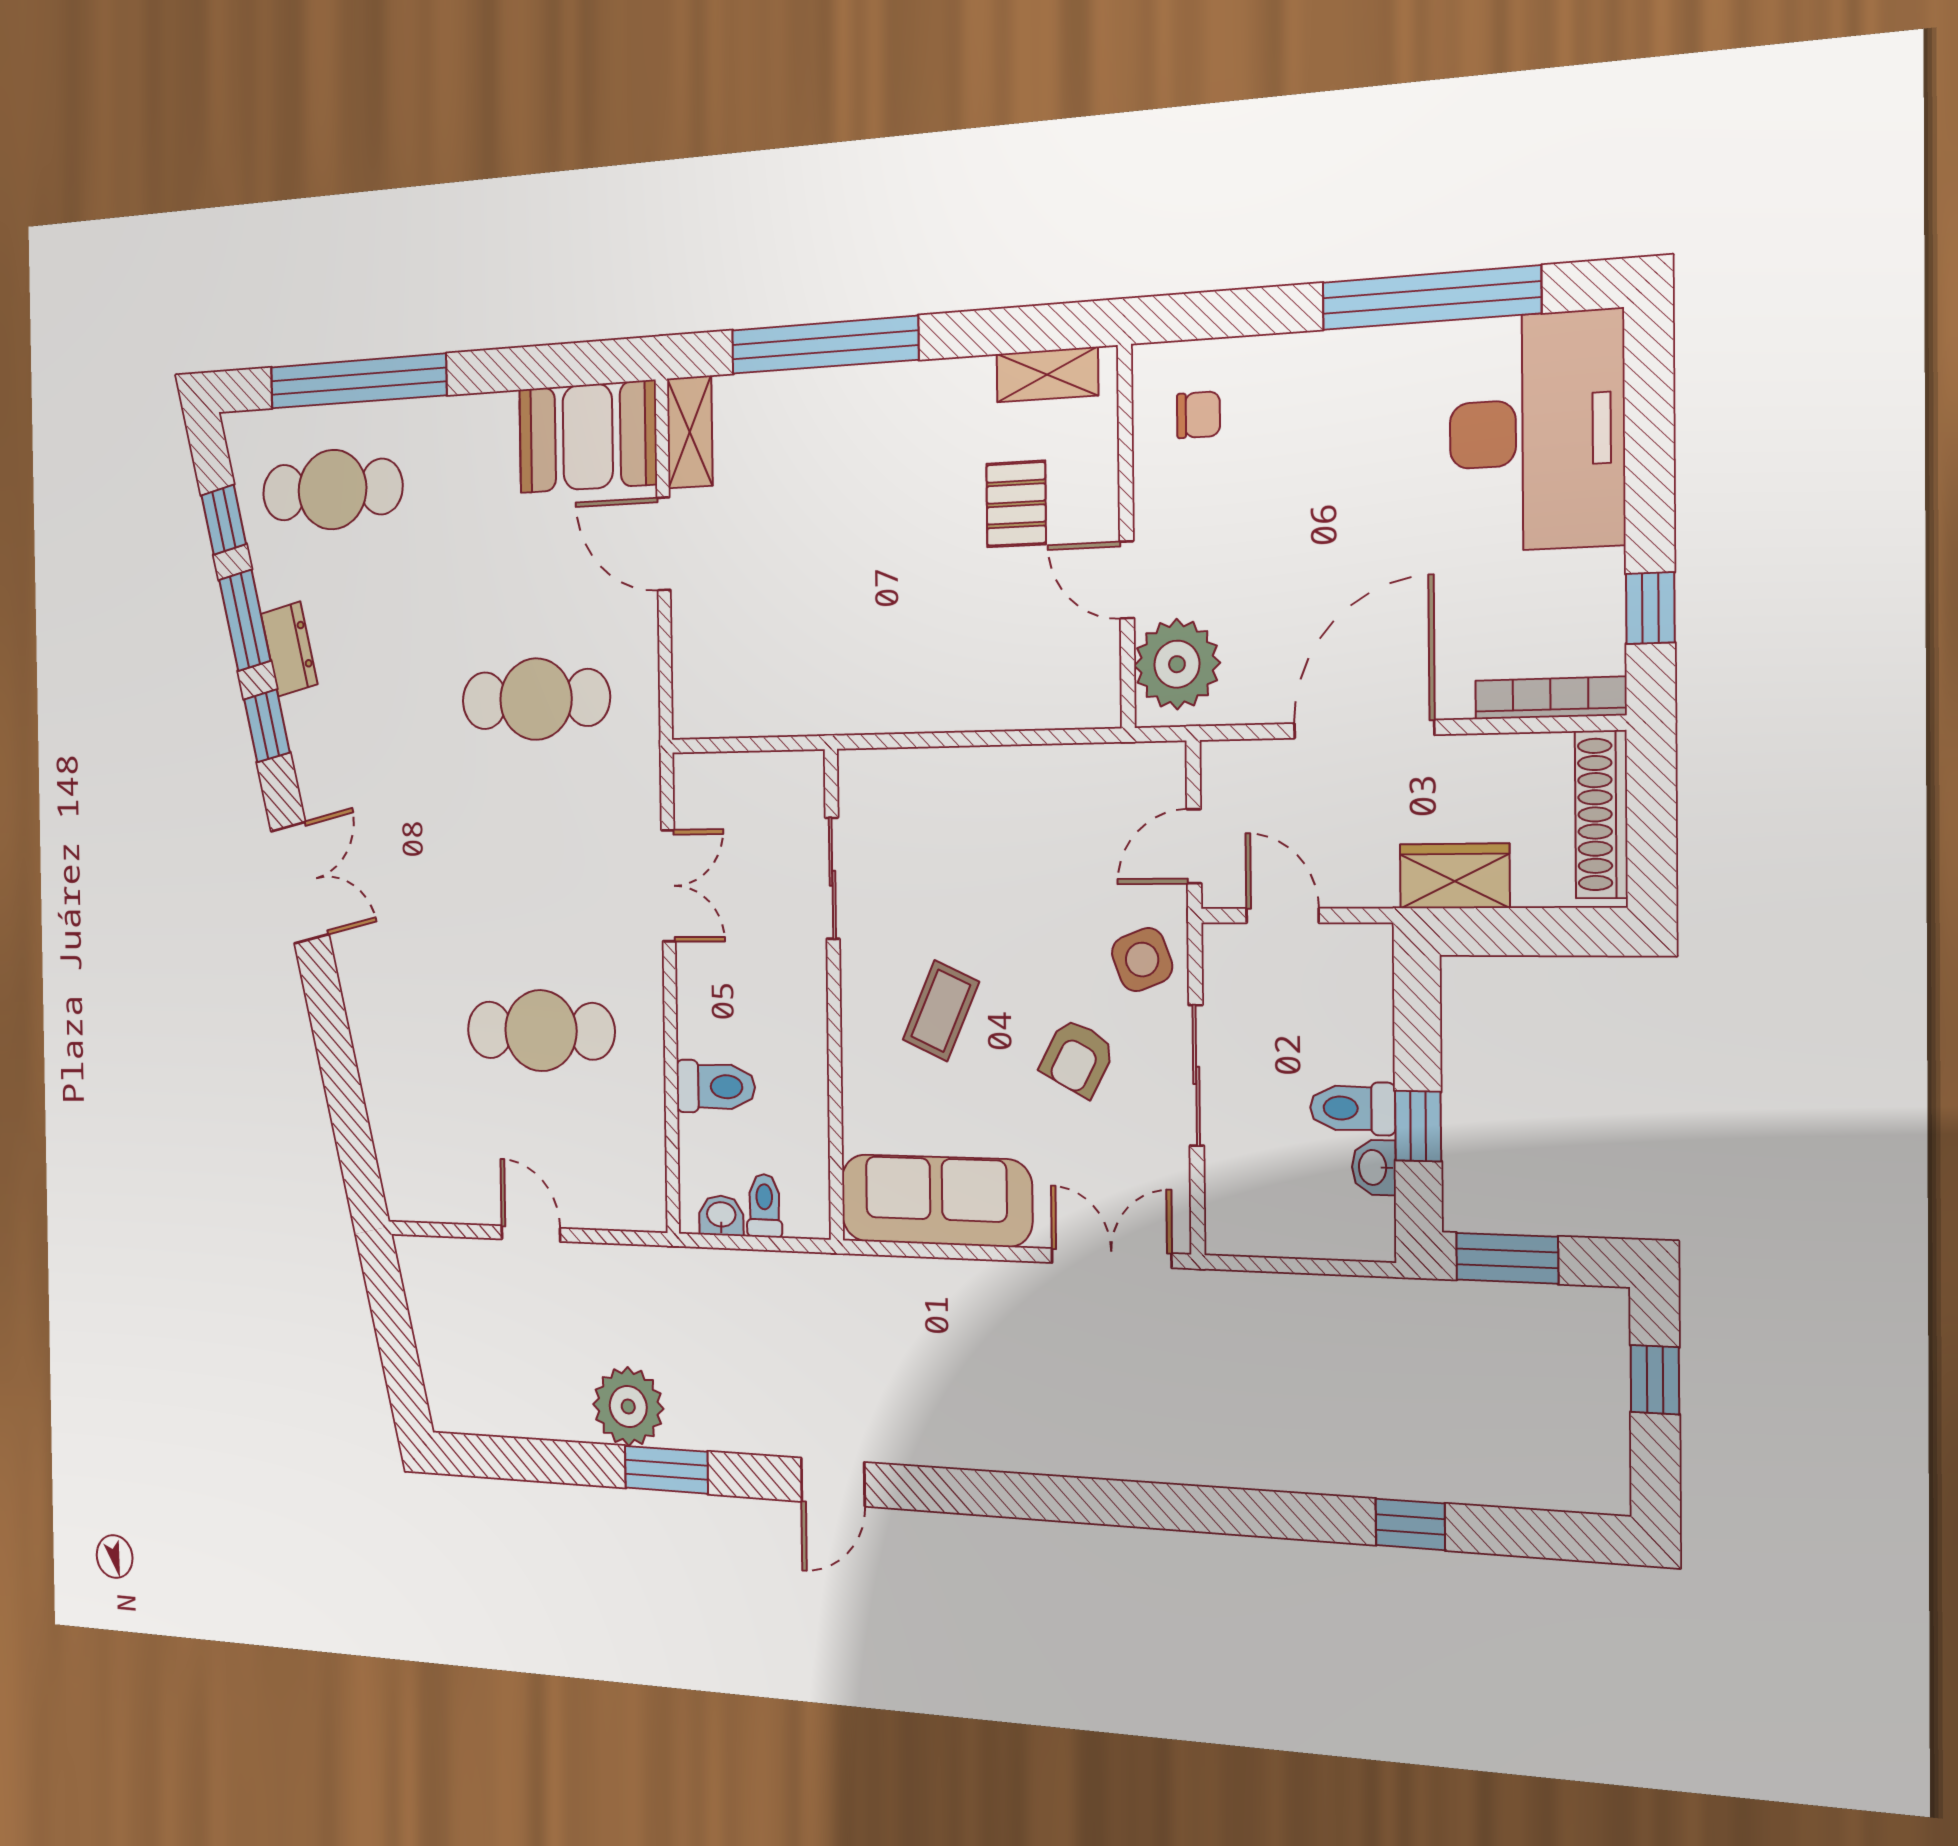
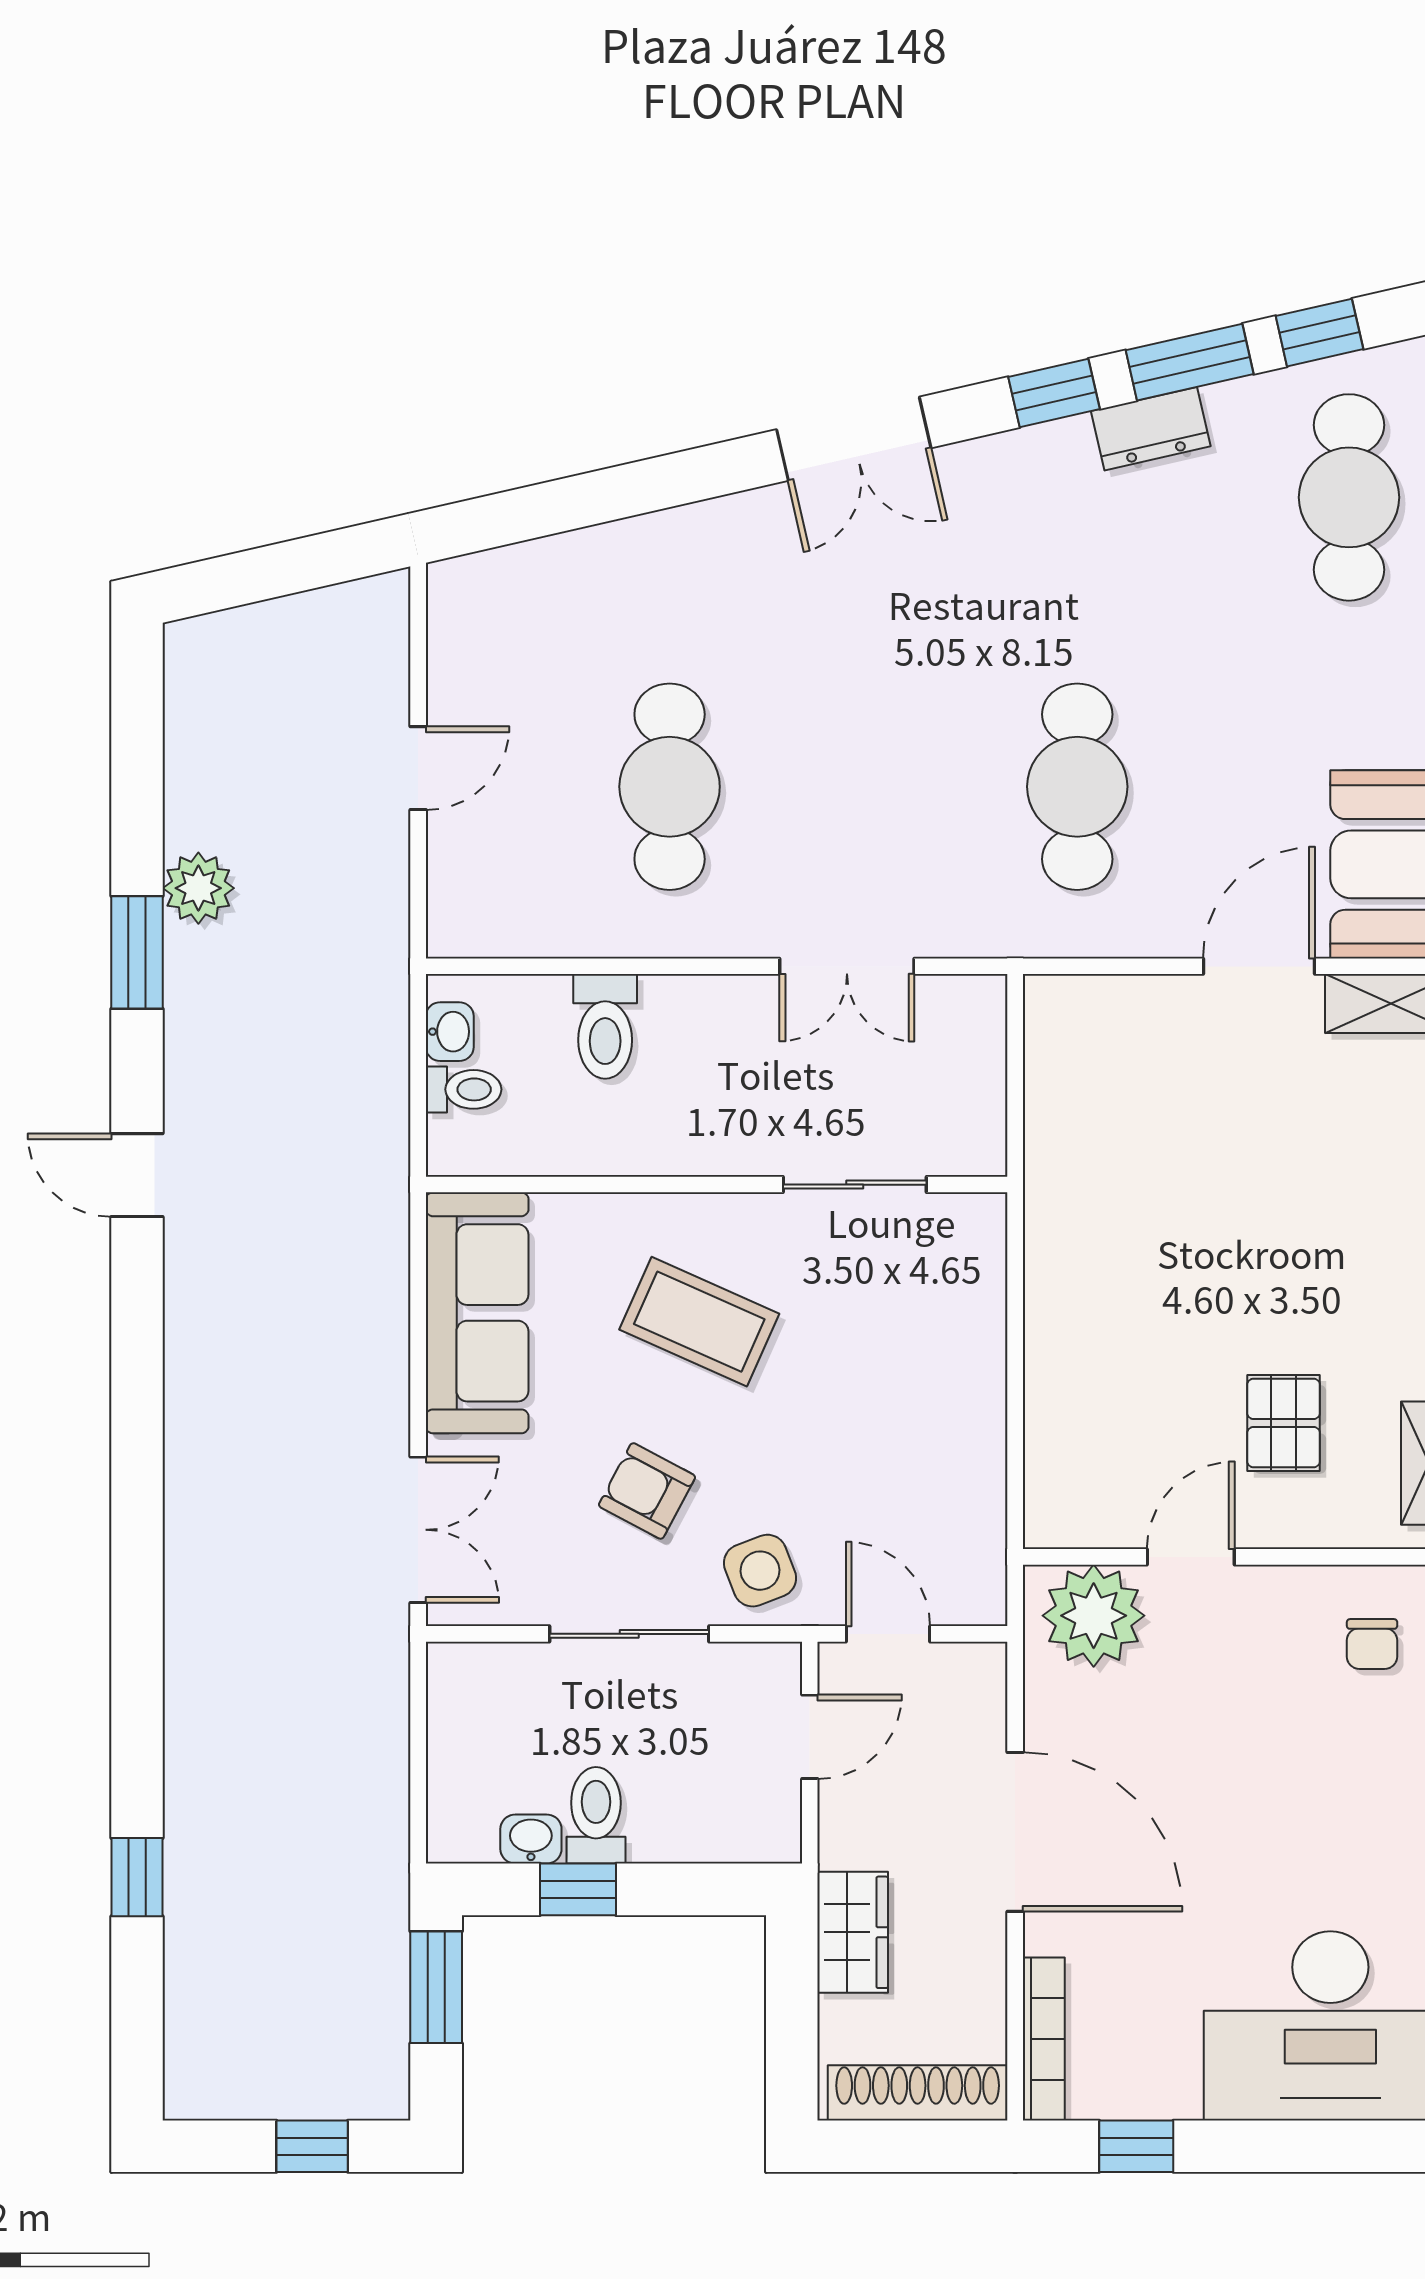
pallet: (1016, 504) -> (1284, 1423), turned 90
coffee table: (941, 1011) -> (699, 1322), width x1.36, depth x1.30
plant: (628, 1406) -> (198, 888), width x0.73, depth x0.73

